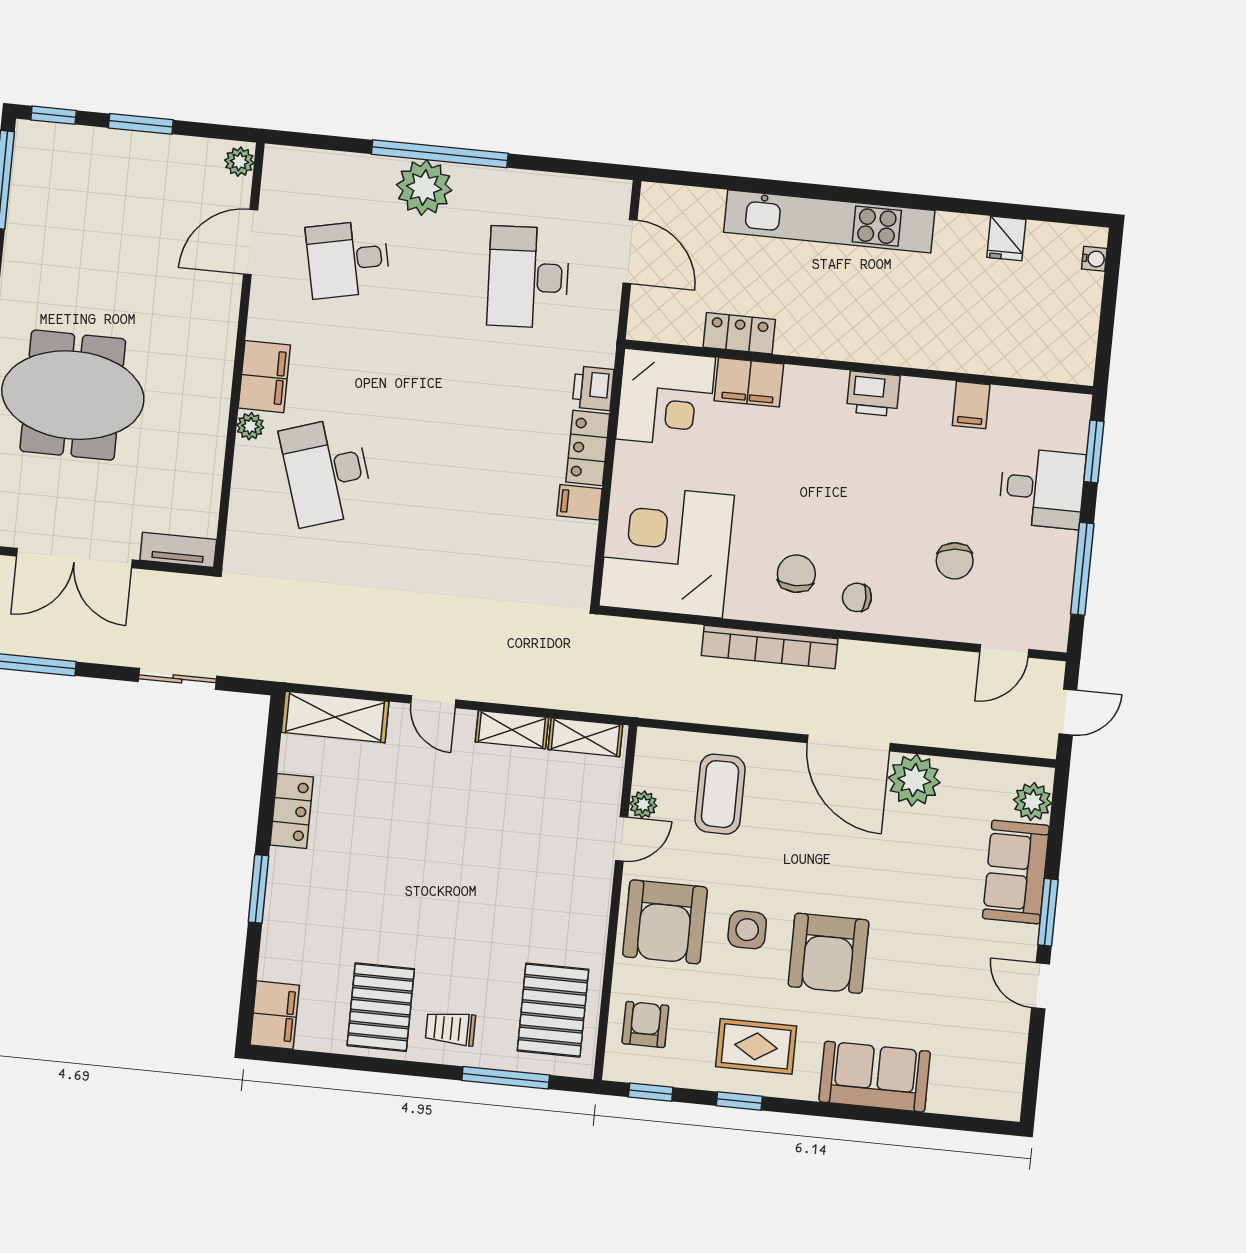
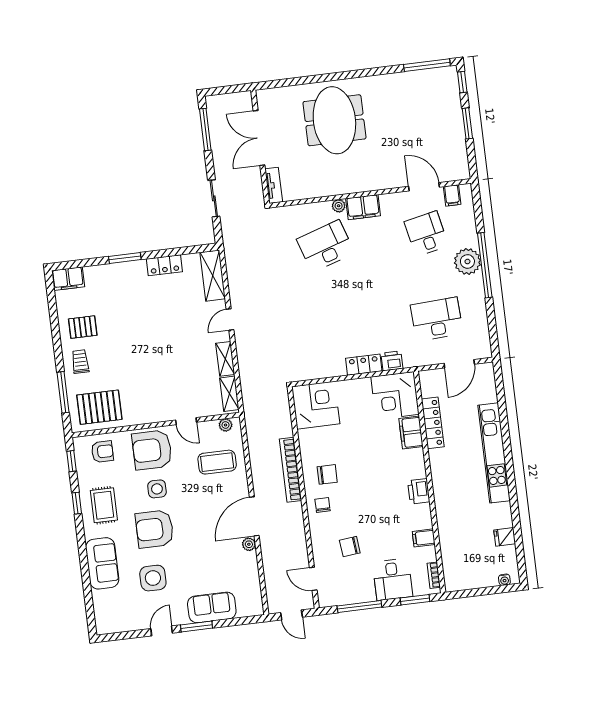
plant: (239, 162) -> (460, 173), removed
locker: (739, 333) -> (433, 423), width x1.53
bookcase: (1052, 402) -> (434, 575), added
filing cabinet: (579, 502) -> (452, 195), moved, turned 180
corner desk: (667, 551) -> (316, 405), width x0.74, depth x0.74
plant: (914, 780) -> (249, 544), width x0.53, depth x0.53
plant: (1032, 802) -> (246, 608), removed
plant: (643, 804) -> (226, 425), moved
side table: (928, 979) -> (153, 578), added
pallet: (381, 1007) -> (83, 327), width x0.67, depth x0.71

